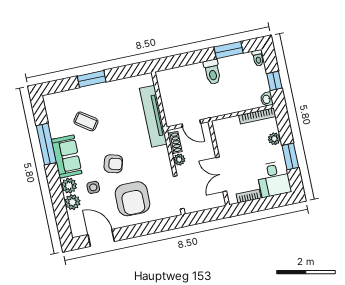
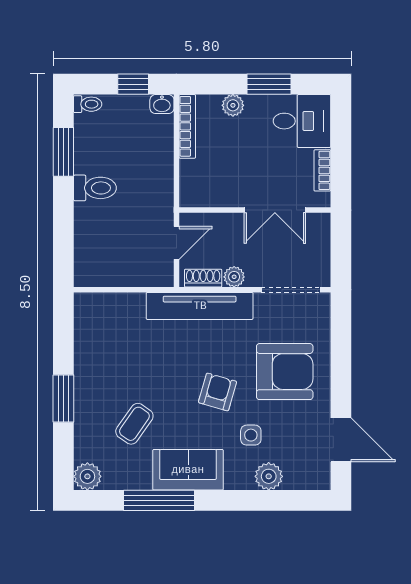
tv unit: (153, 116) -> (200, 306), moved
plant: (69, 186) -> (87, 476), moved
door: (101, 238) -> (341, 440), swing flipped

